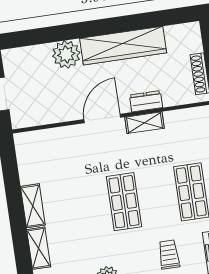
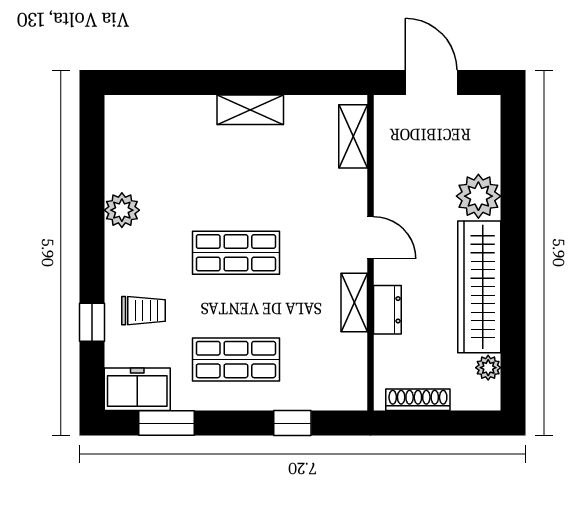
plant: (173, 33) -> (488, 368), added
door: (102, 118) -> (371, 238), width x0.73
shelving: (39, 248) -> (353, 136), moved, turned 90

